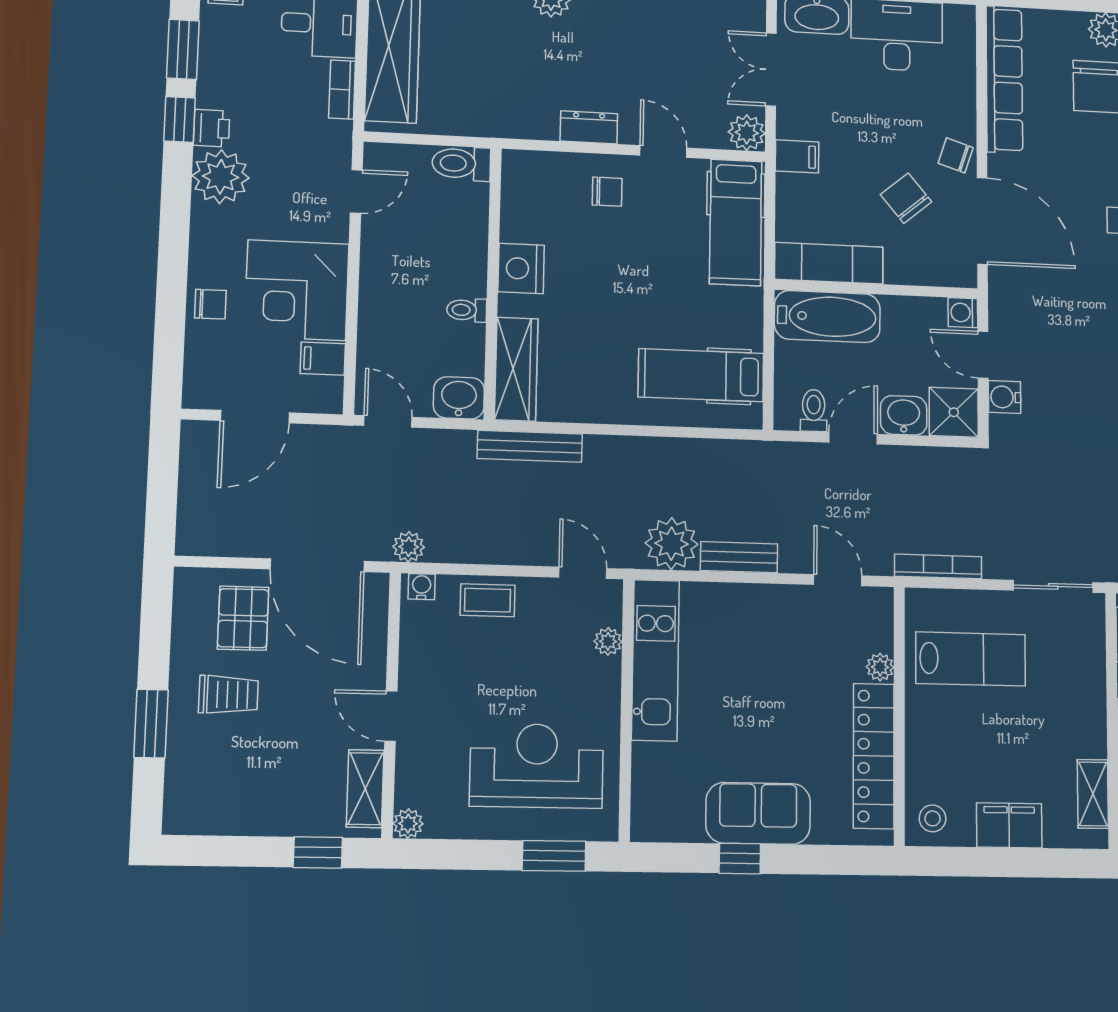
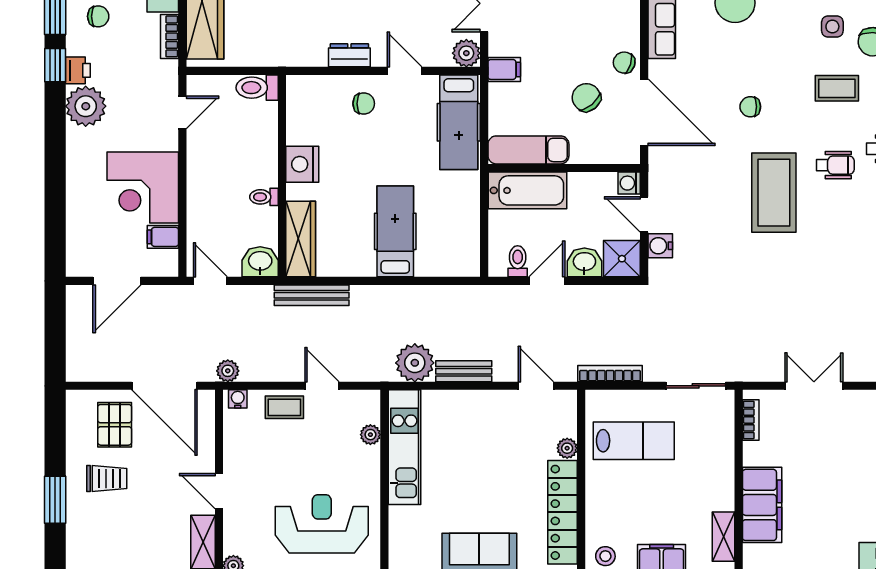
chair: (210, 304) -> (98, 16), moved
hospital bed: (701, 375) -> (395, 231), moved, turned 90
door: (583, 573) -> (322, 386), moved

